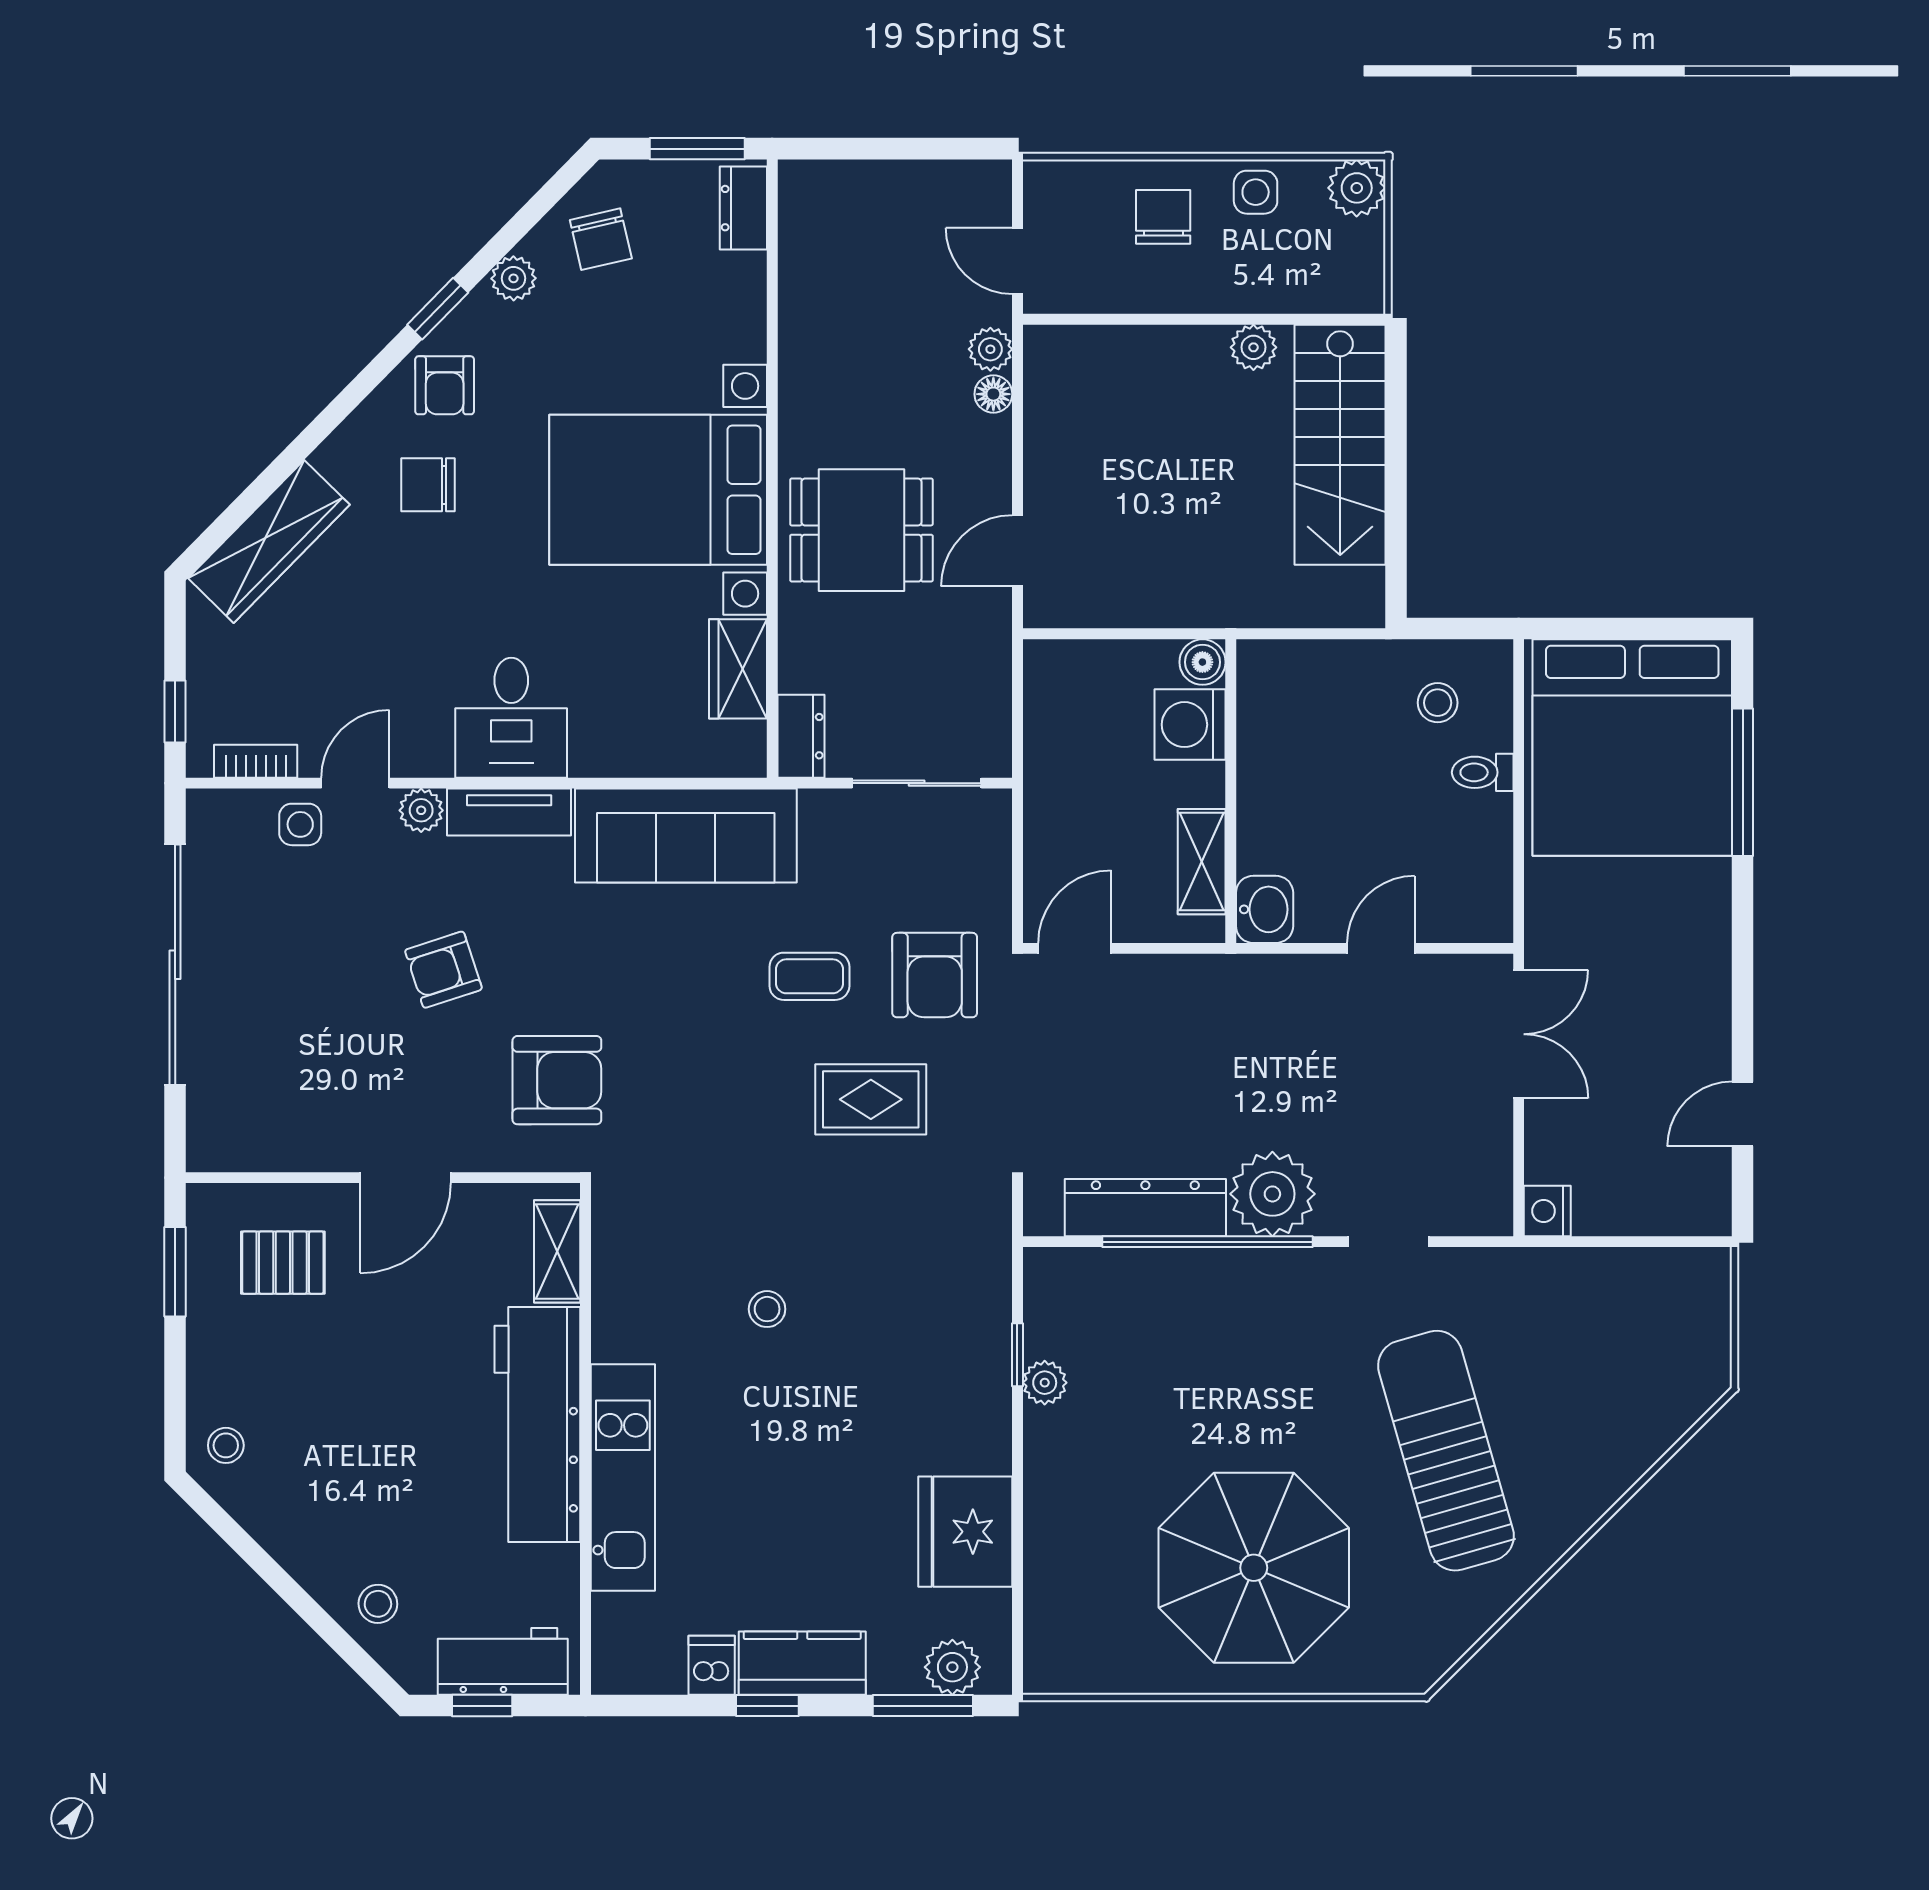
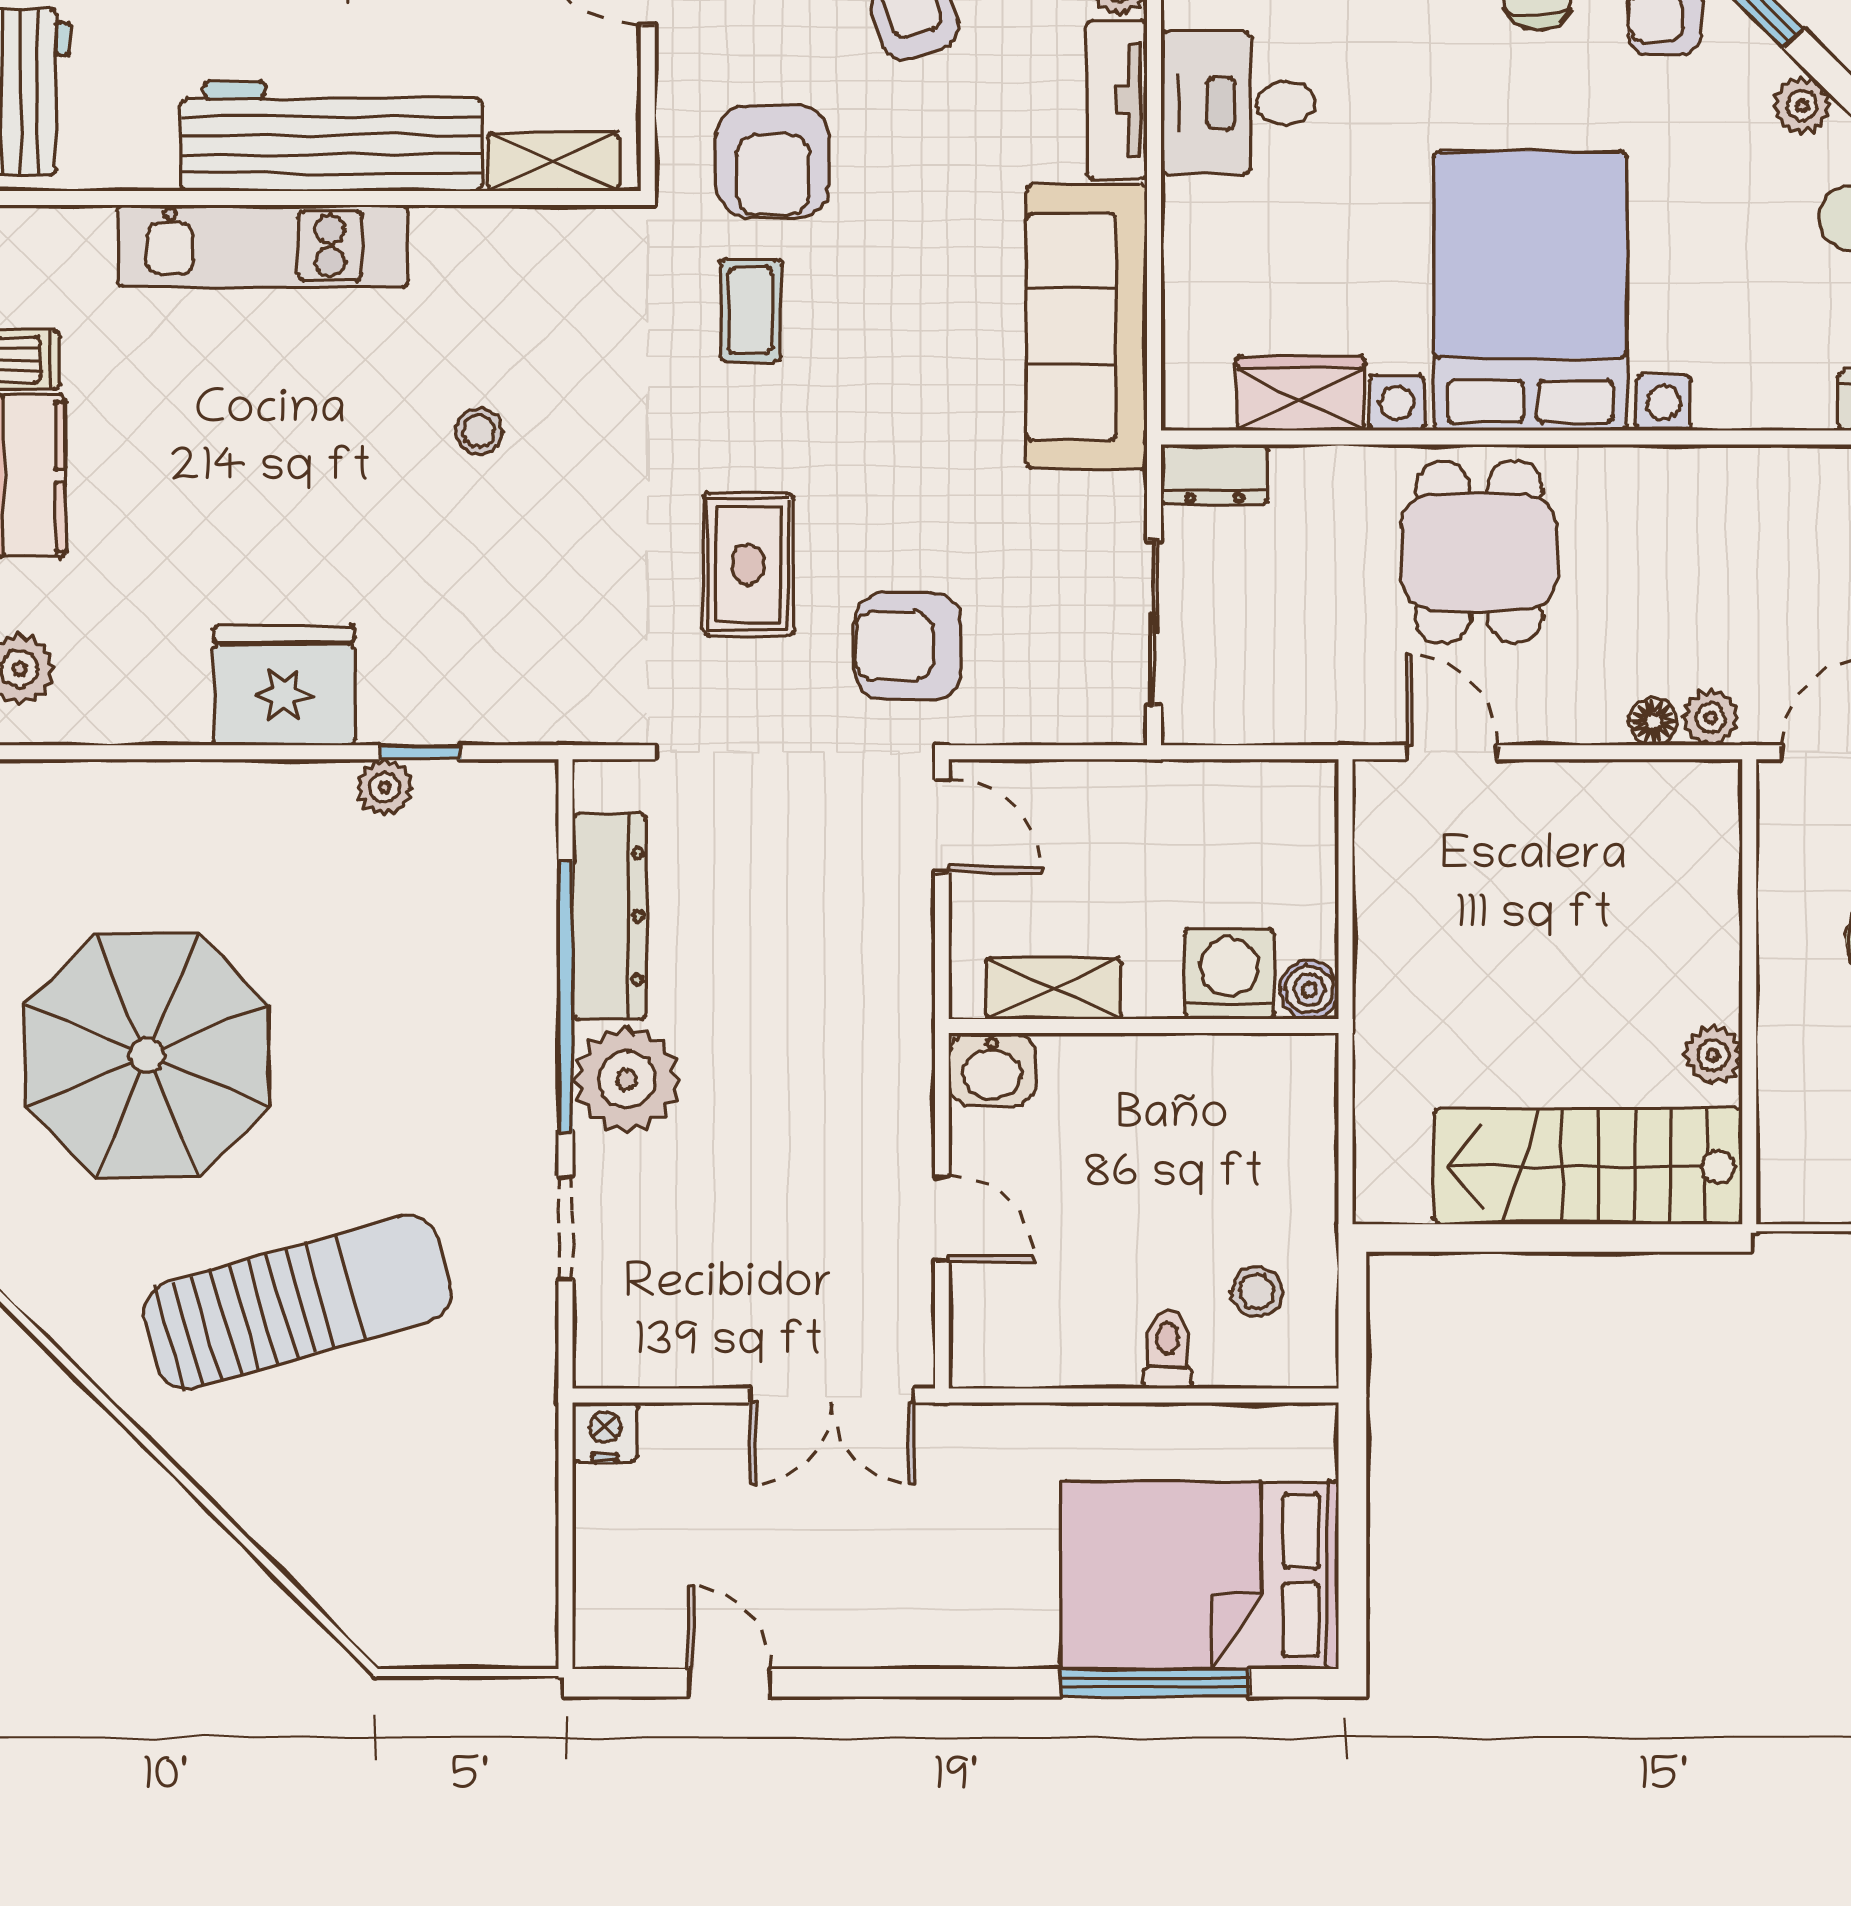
bed: (1632, 747) -> (1200, 1575), width x0.73
coffee table: (809, 976) -> (751, 311), moved
fridge: (965, 1532) -> (284, 685), moved

